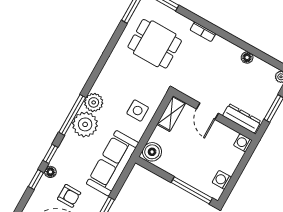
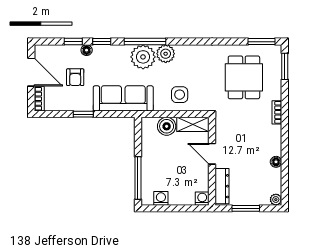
door: (207, 111) -> (212, 154), hinge flipped
boiler: (152, 152) -> (167, 126), moved

